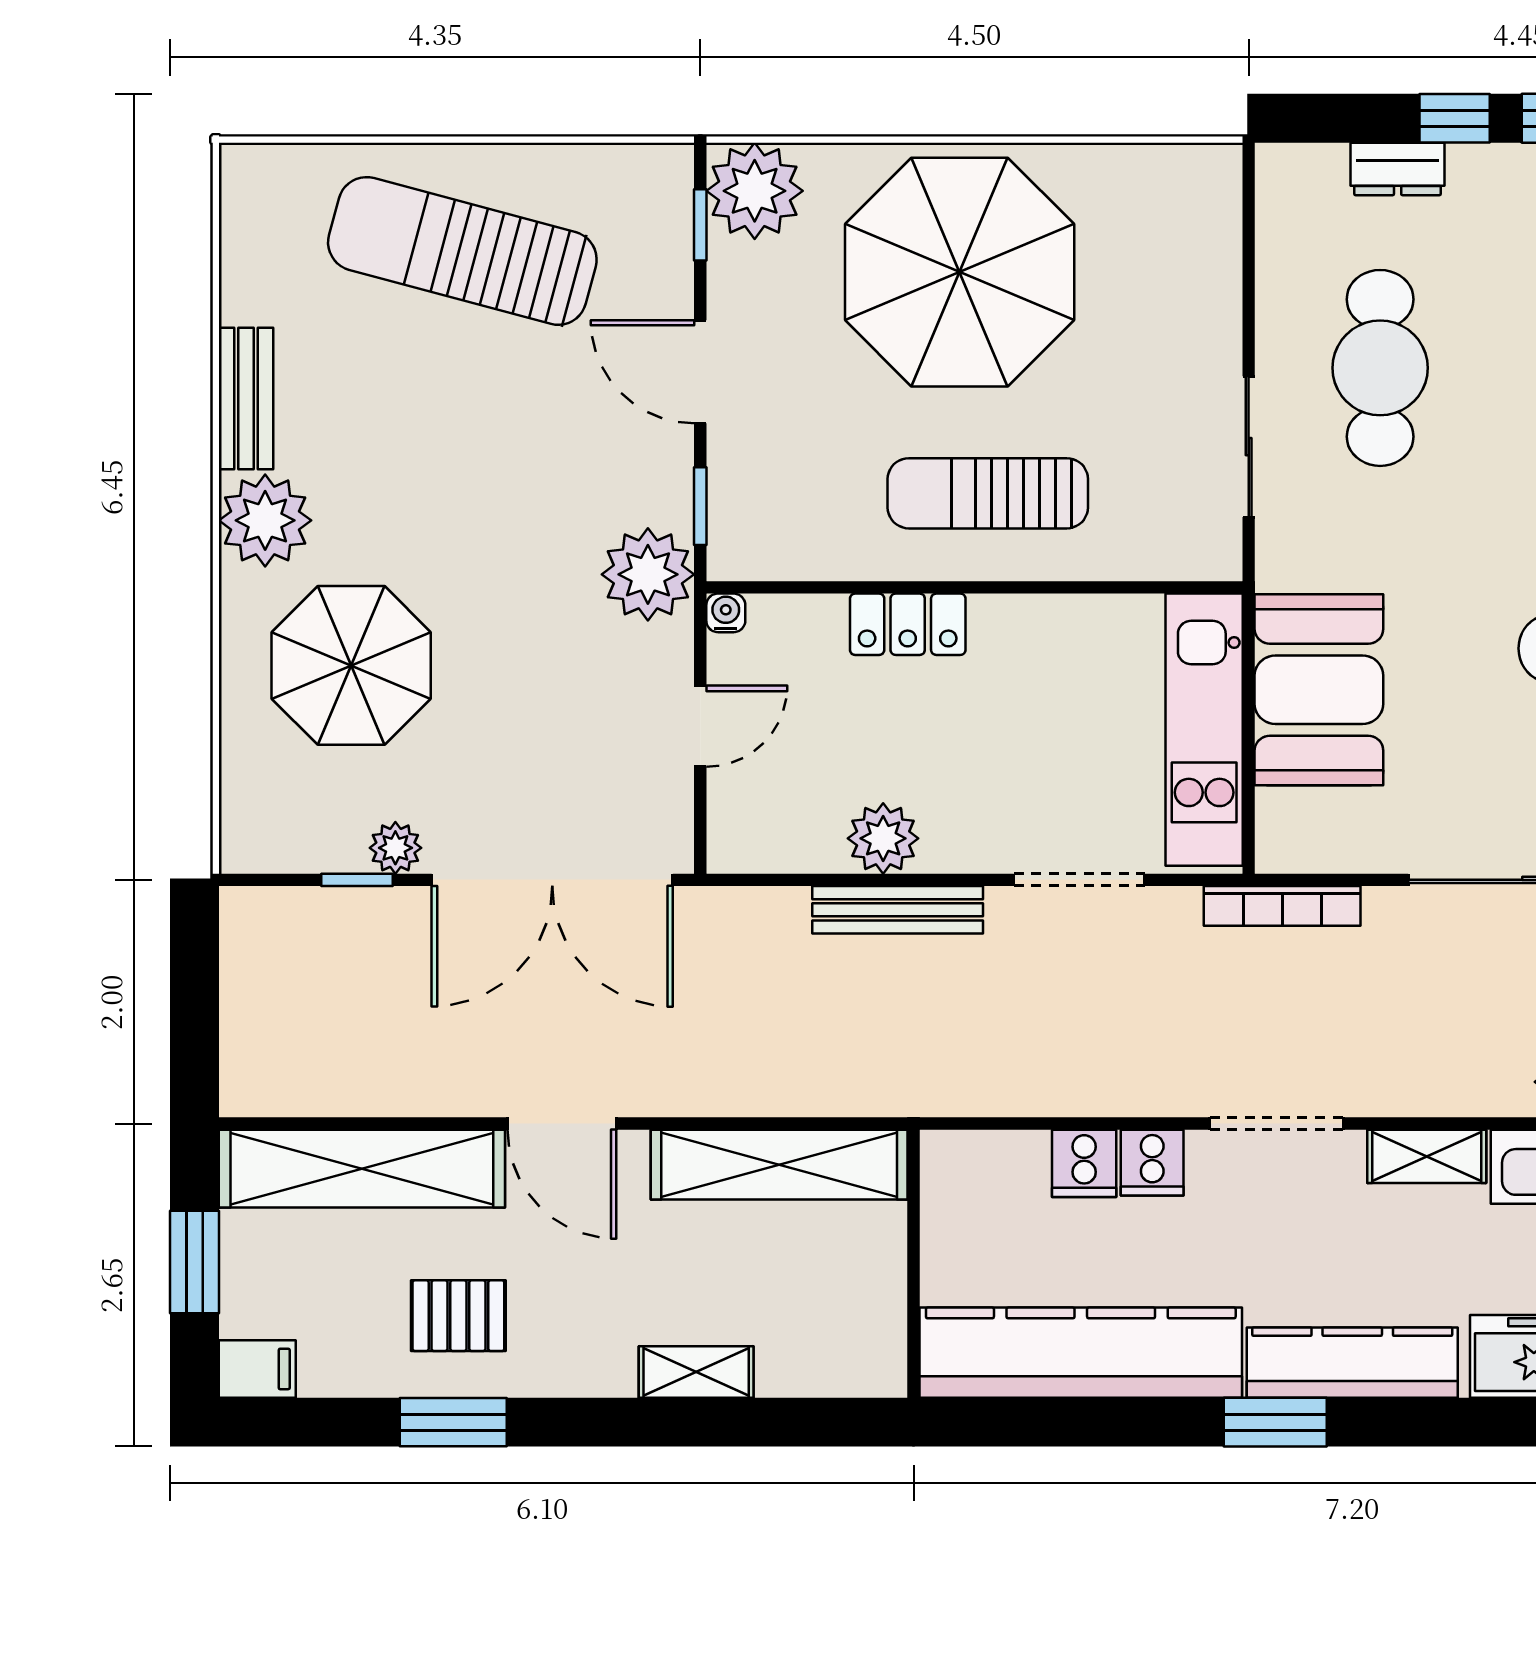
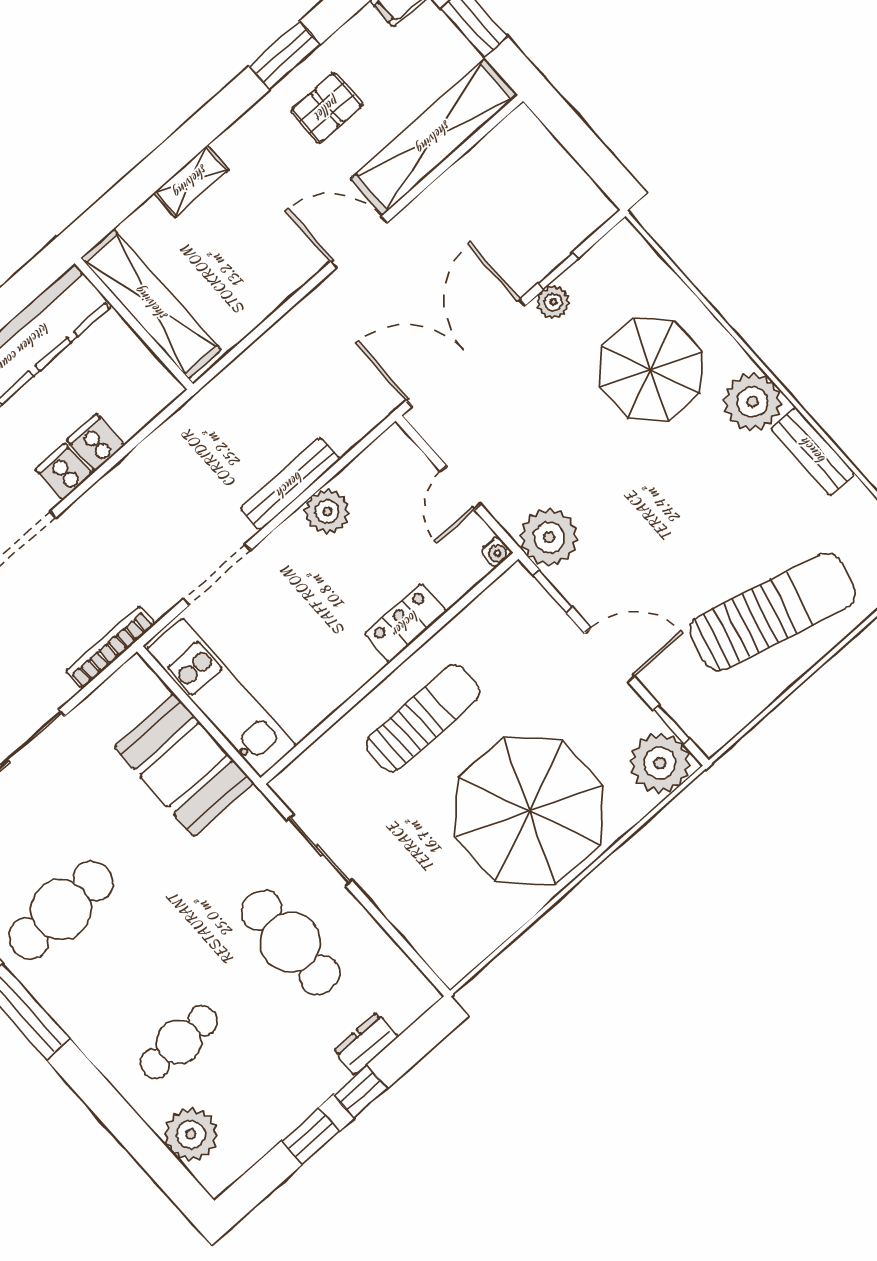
shelving: (779, 1165) -> (151, 304), moved, turned 90

